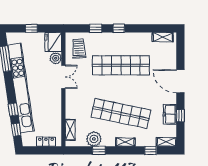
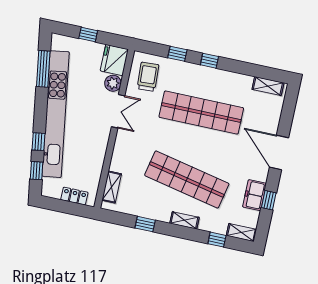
plant: (94, 139) -> (142, 207), removed

